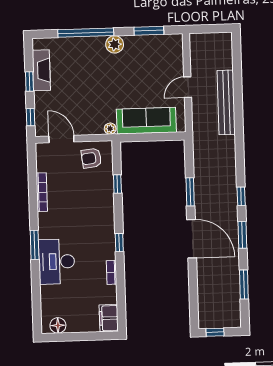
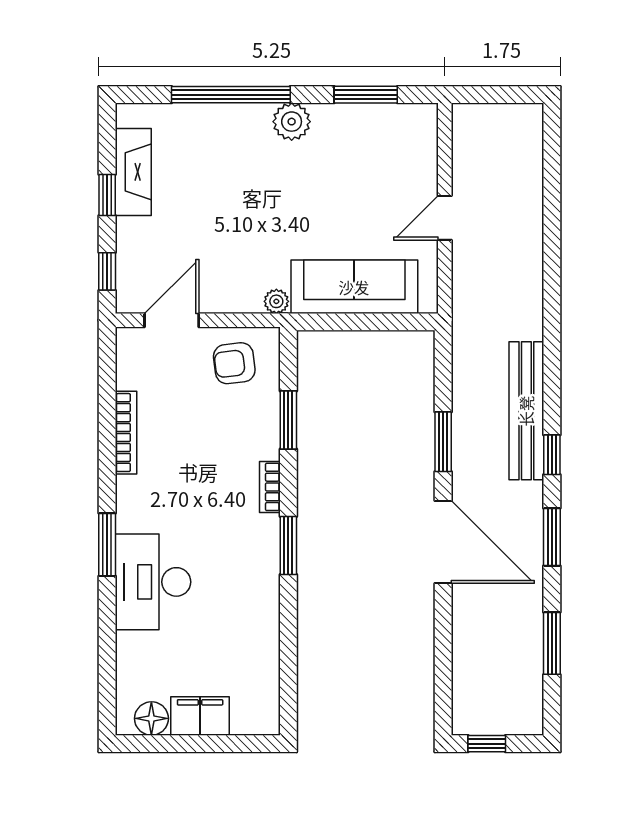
bench: (226, 102) -> (526, 411), moved
door: (61, 139) -> (172, 320), hinge flipped
window: (117, 184) -> (288, 420), width x1.50
window: (119, 243) -> (288, 546), width x1.50
bookcase: (112, 272) -> (270, 487), moved
filing cabinet: (109, 318) -> (200, 716), moved, turned 90

